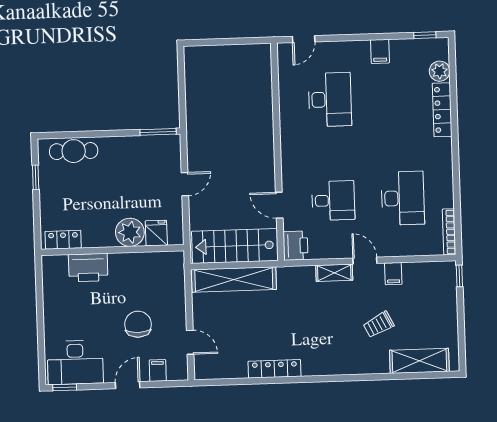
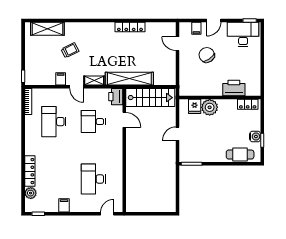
water cooler: (48, 184) -> (255, 137), added
shelving: (234, 279) -> (129, 79), moved
chair: (138, 324) -> (207, 55), turned 145

